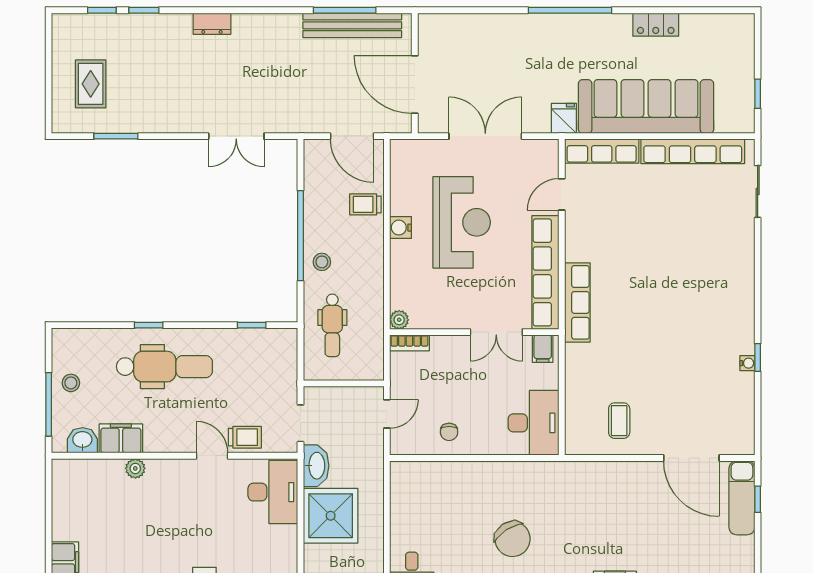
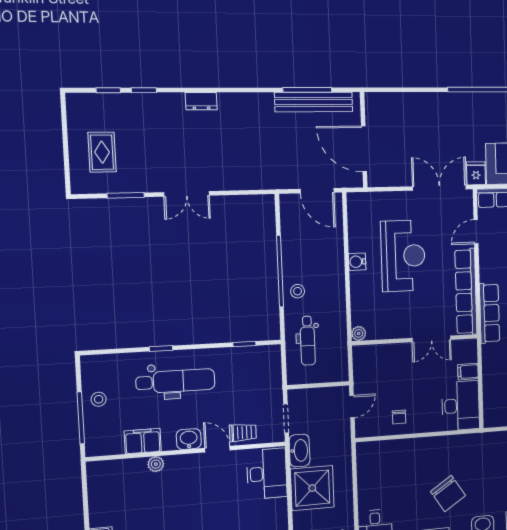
double door: (236, 136) -> (187, 194), moved
double door: (485, 136) -> (439, 188), moved
trolley: (365, 204) -> (329, 244), removed
bookcase: (409, 343) -> (367, 351), removed
filing cabinet: (543, 349) -> (468, 372), moved, turned 90
washbasin: (82, 440) -> (189, 439), moved

